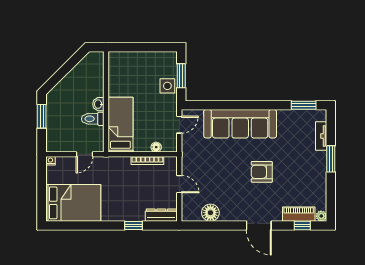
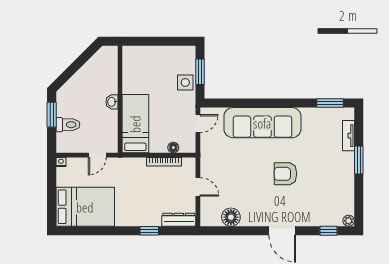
toilet: (93, 119) -> (68, 125), moved, turned 180
piano: (299, 214) -> (325, 219), removed

